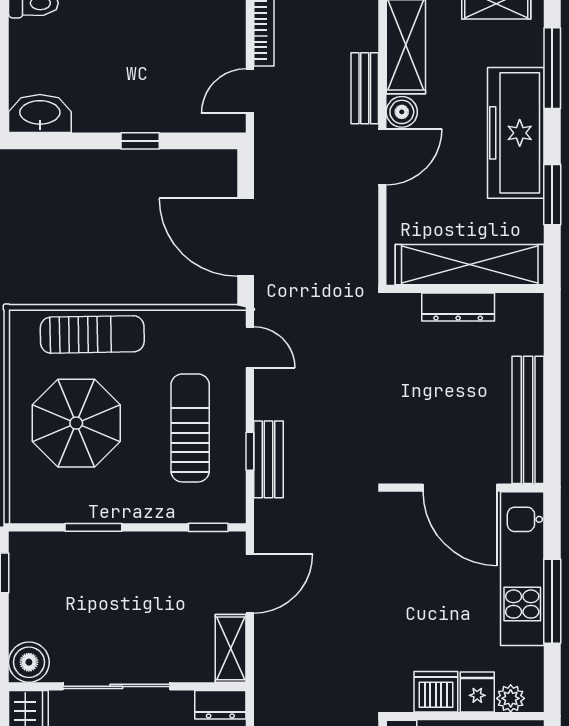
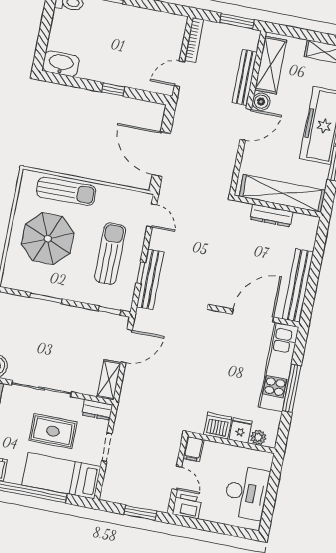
bench: (365, 88) -> (245, 77), width x1.36
bench: (269, 459) -> (150, 279), width x1.36
door: (460, 488) -> (253, 316), swing flipped

